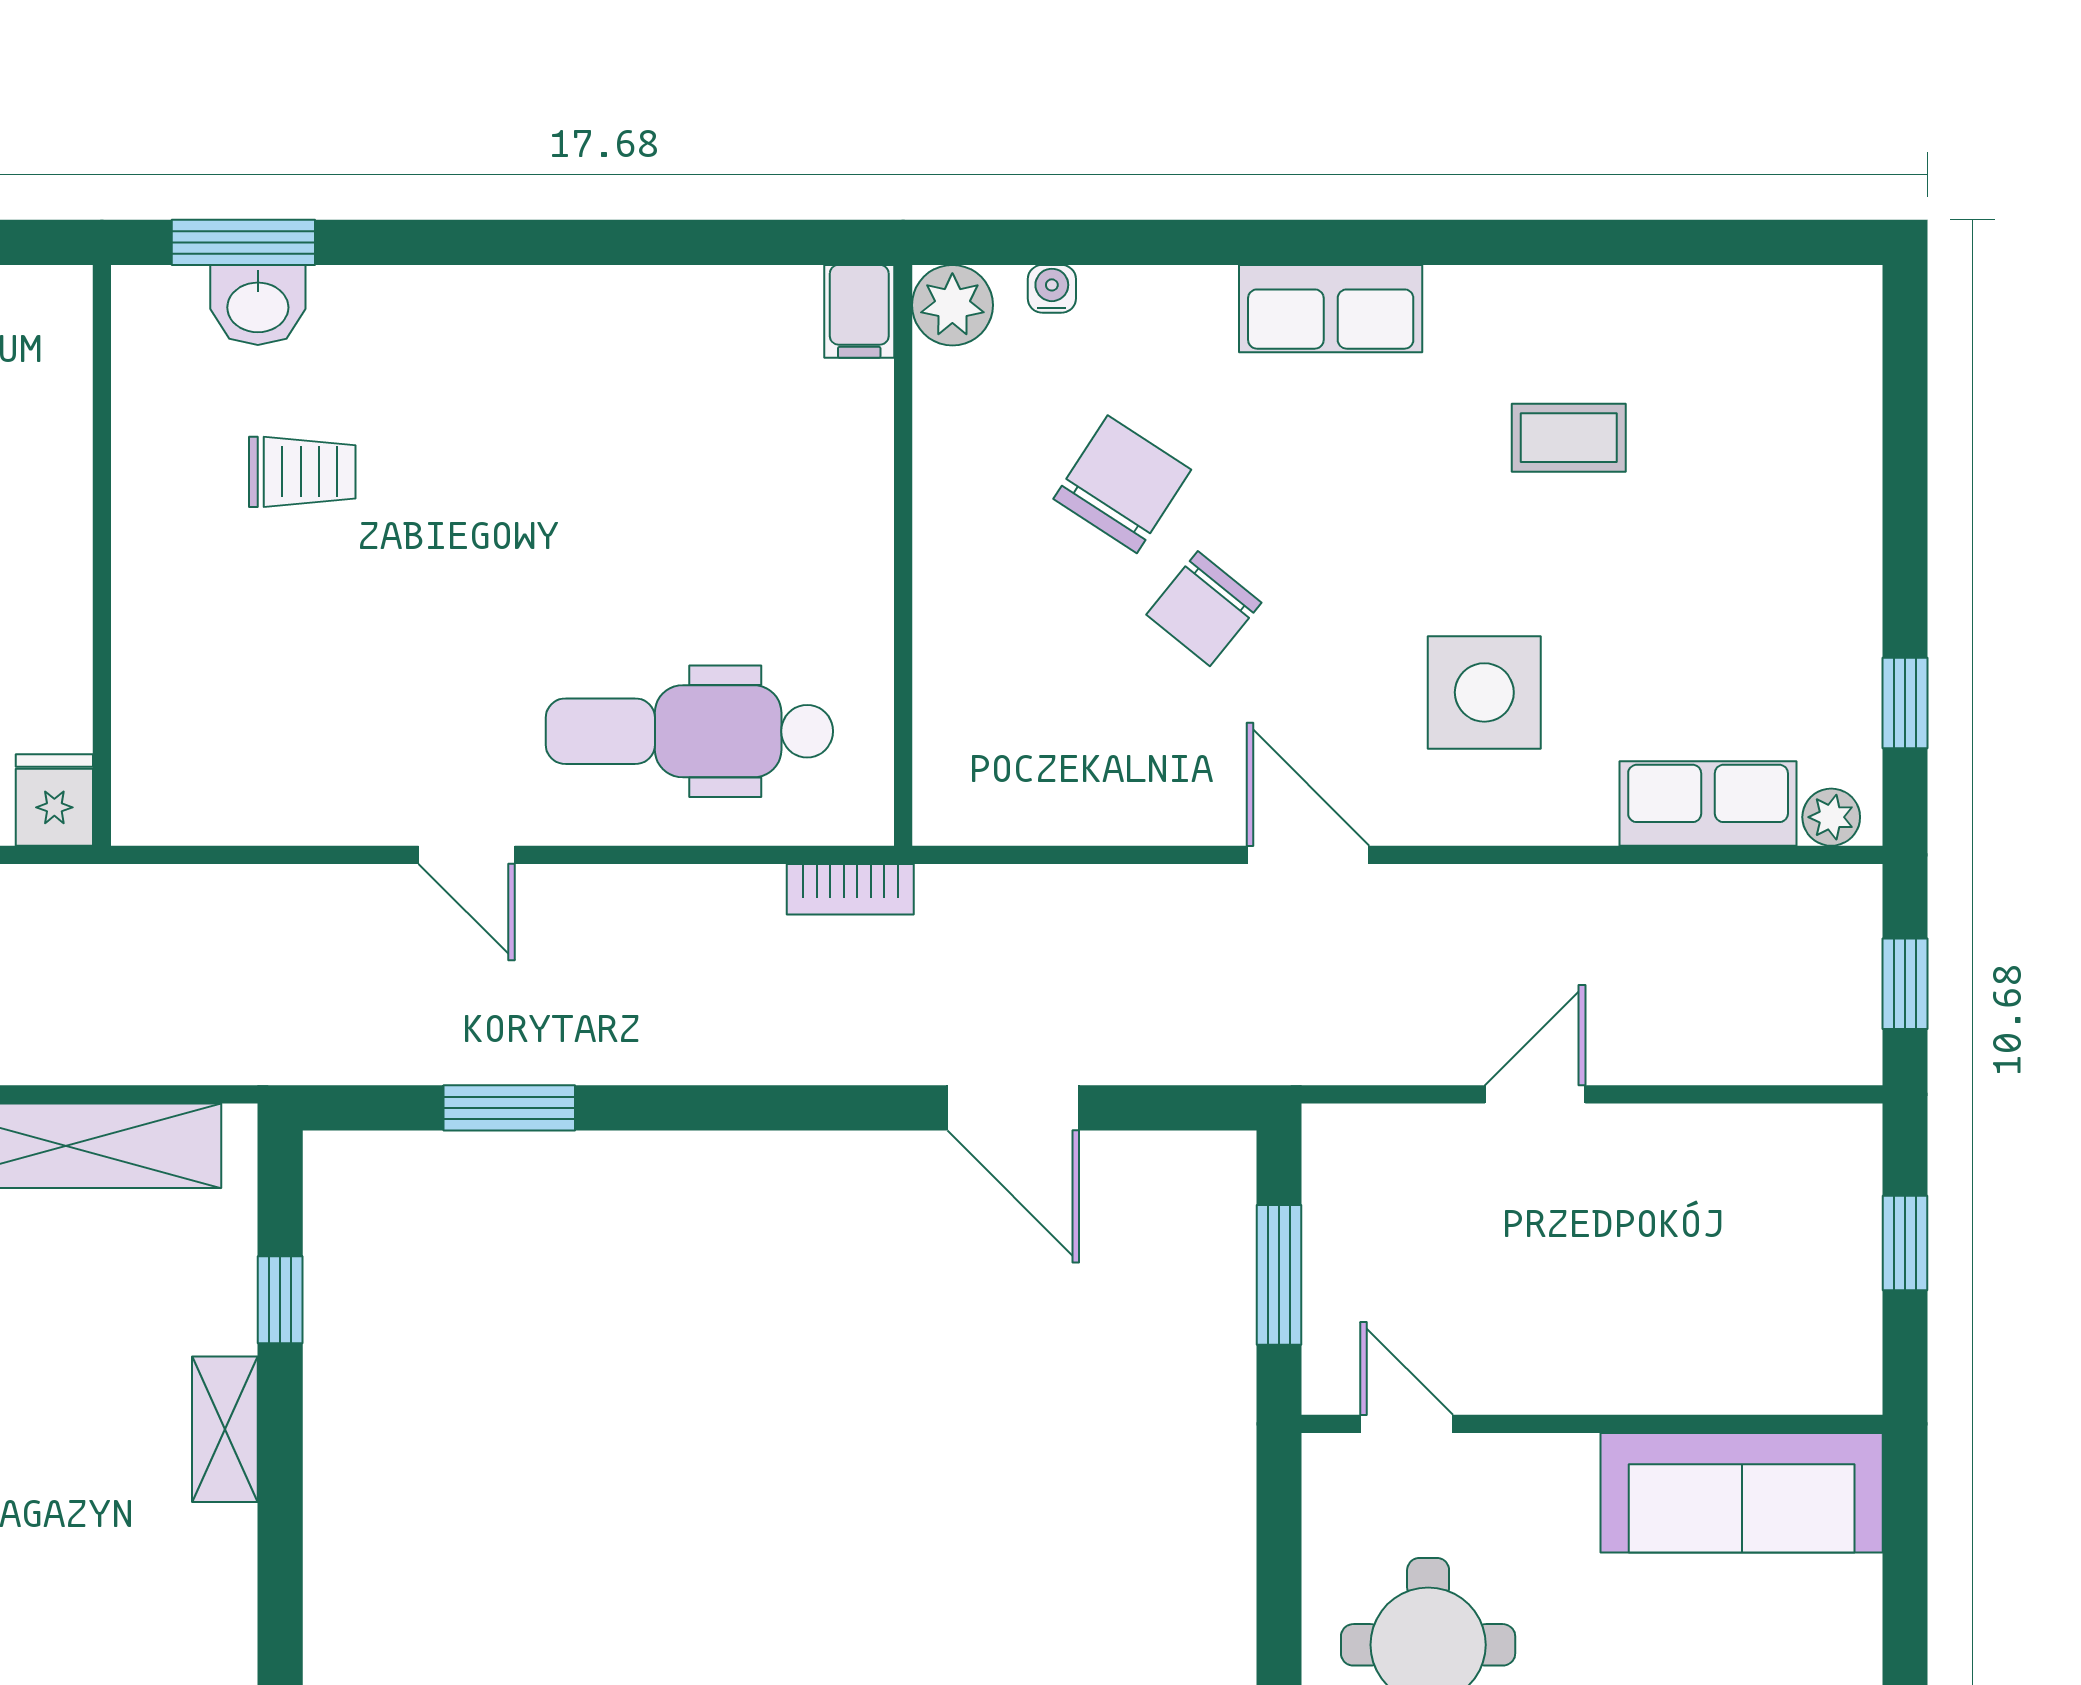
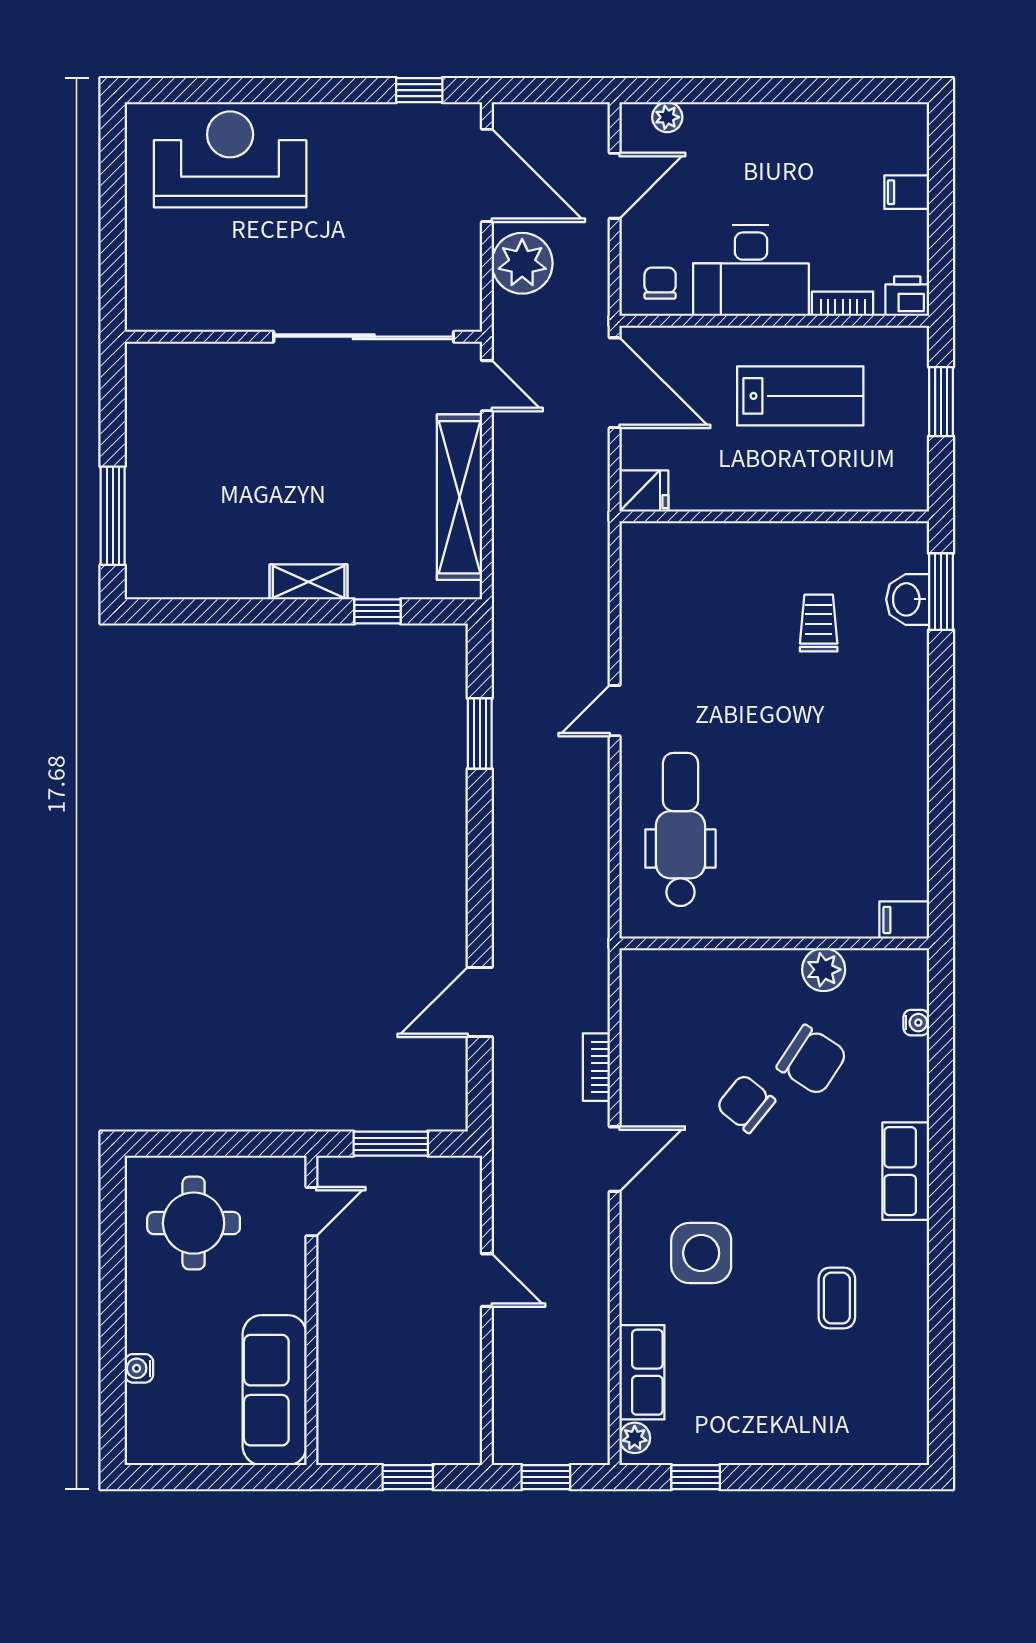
plant: (952, 305) -> (824, 970), moved
trolley: (302, 472) -> (819, 623), turned 180
bookcase: (850, 889) -> (596, 1067), moved

